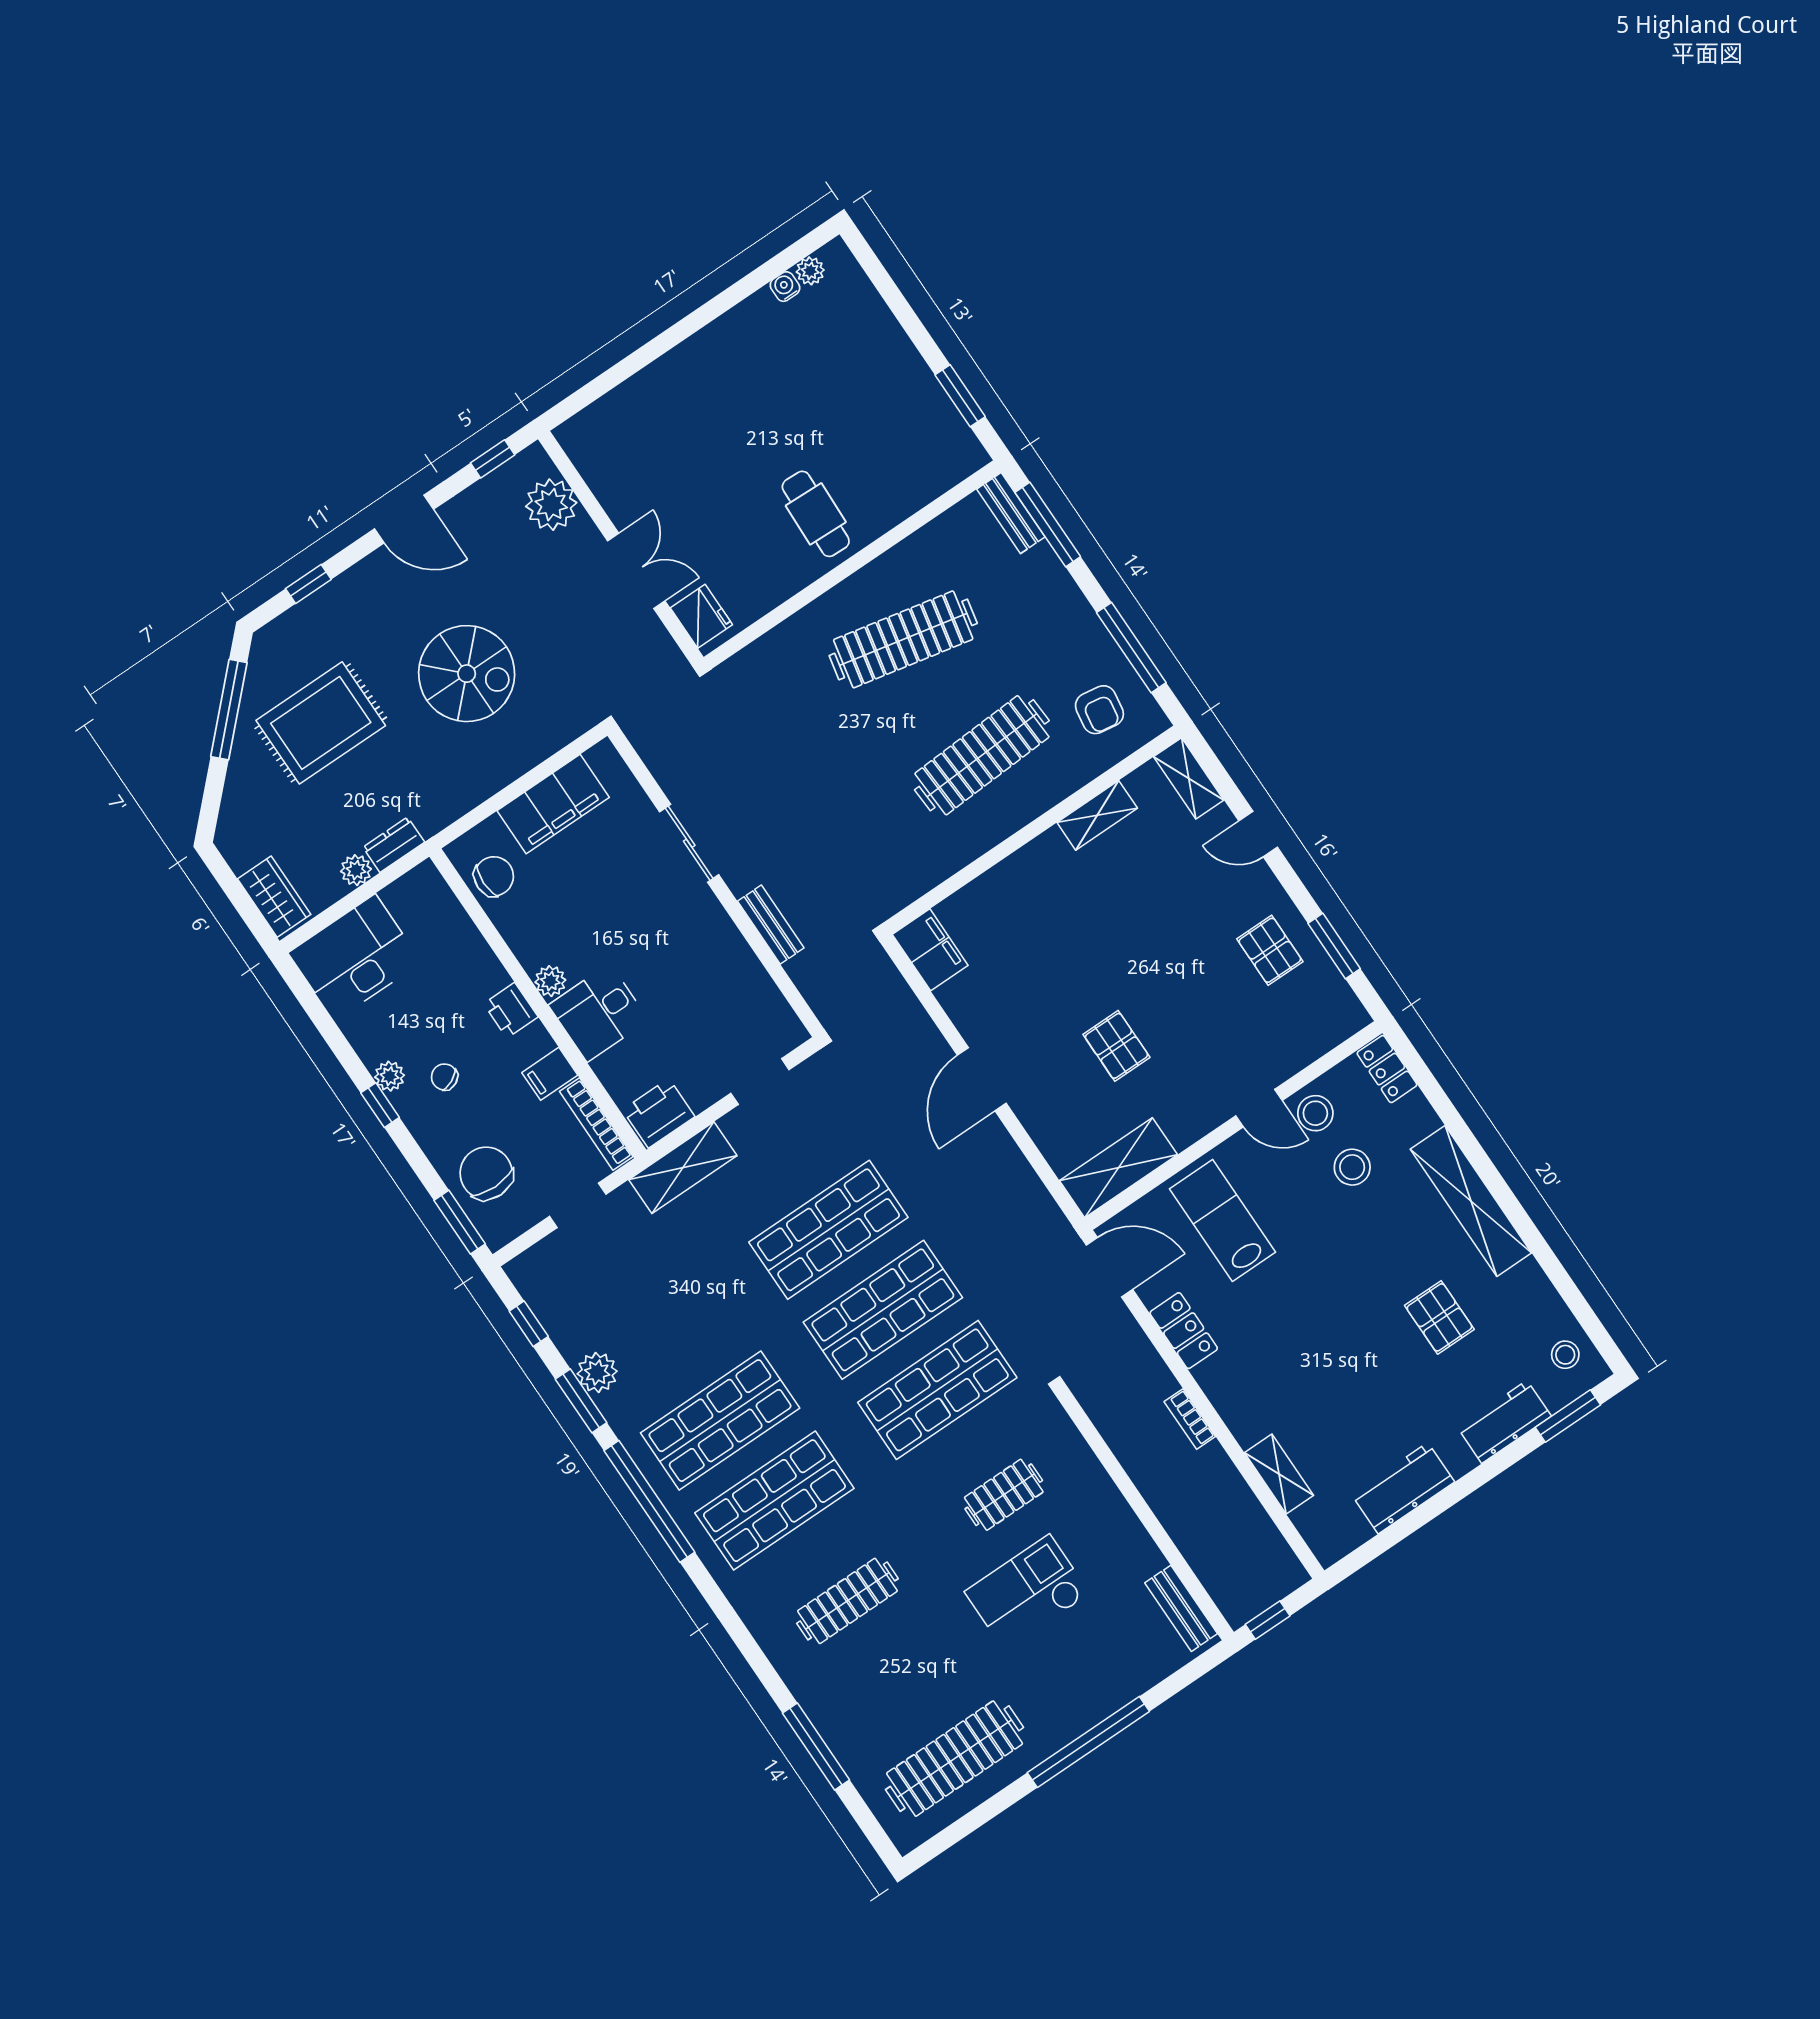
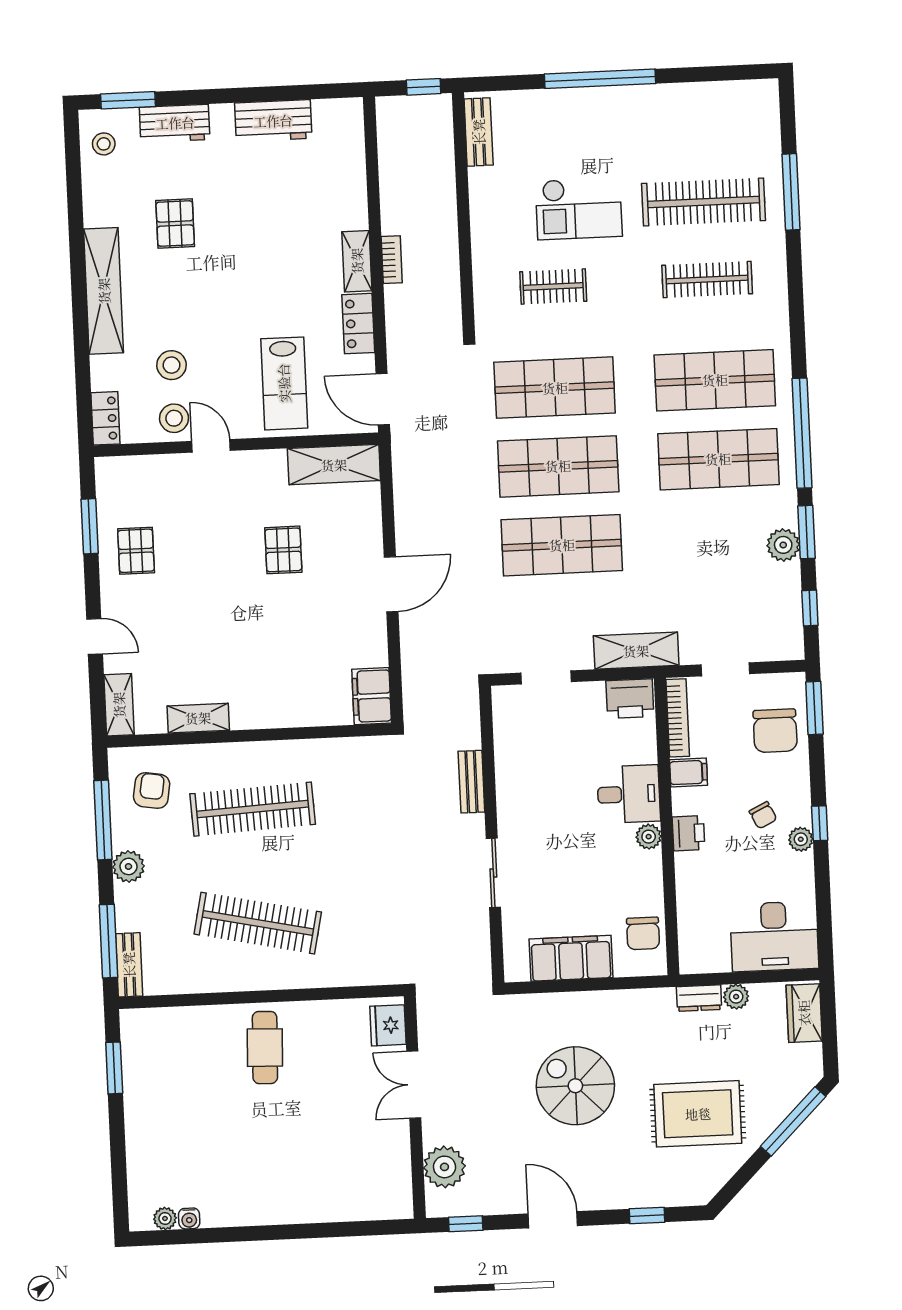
plant: (1075, 615) -> (128, 866), added
window: (229, 710) -> (793, 1121), moved
chair: (494, 876) -> (643, 933), turned -90
shelving: (1279, 1474) -> (357, 261), moved
clothes rail: (955, 1759) -> (704, 202), moved

